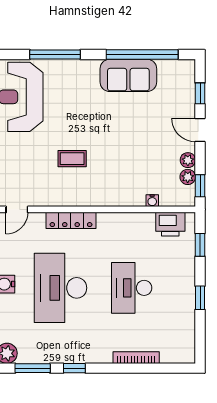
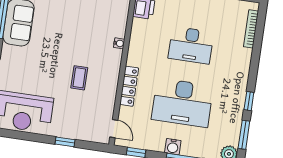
water cooler: (152, 201) -> (119, 43), moved
bookcase: (136, 358) -> (251, 29), moved

